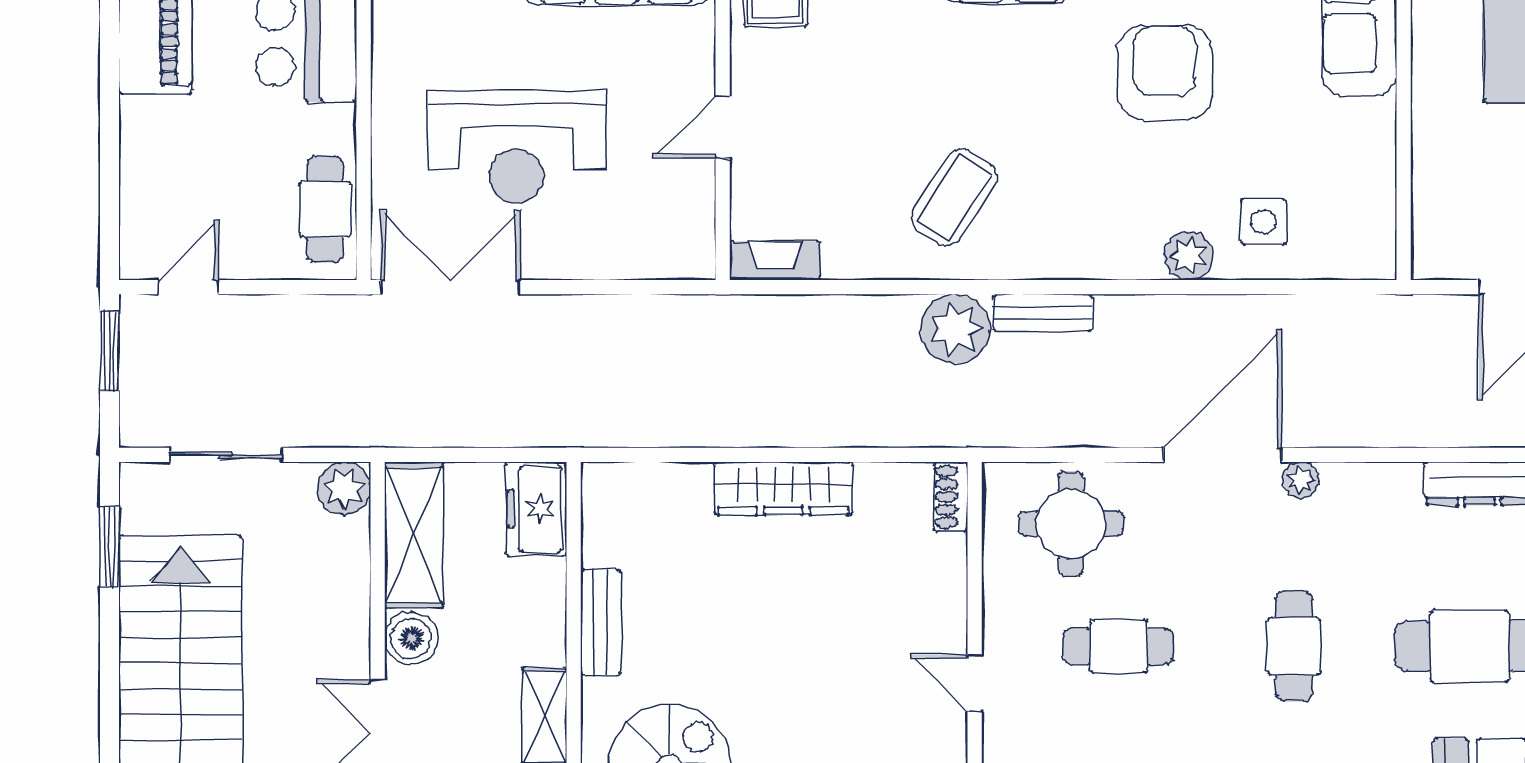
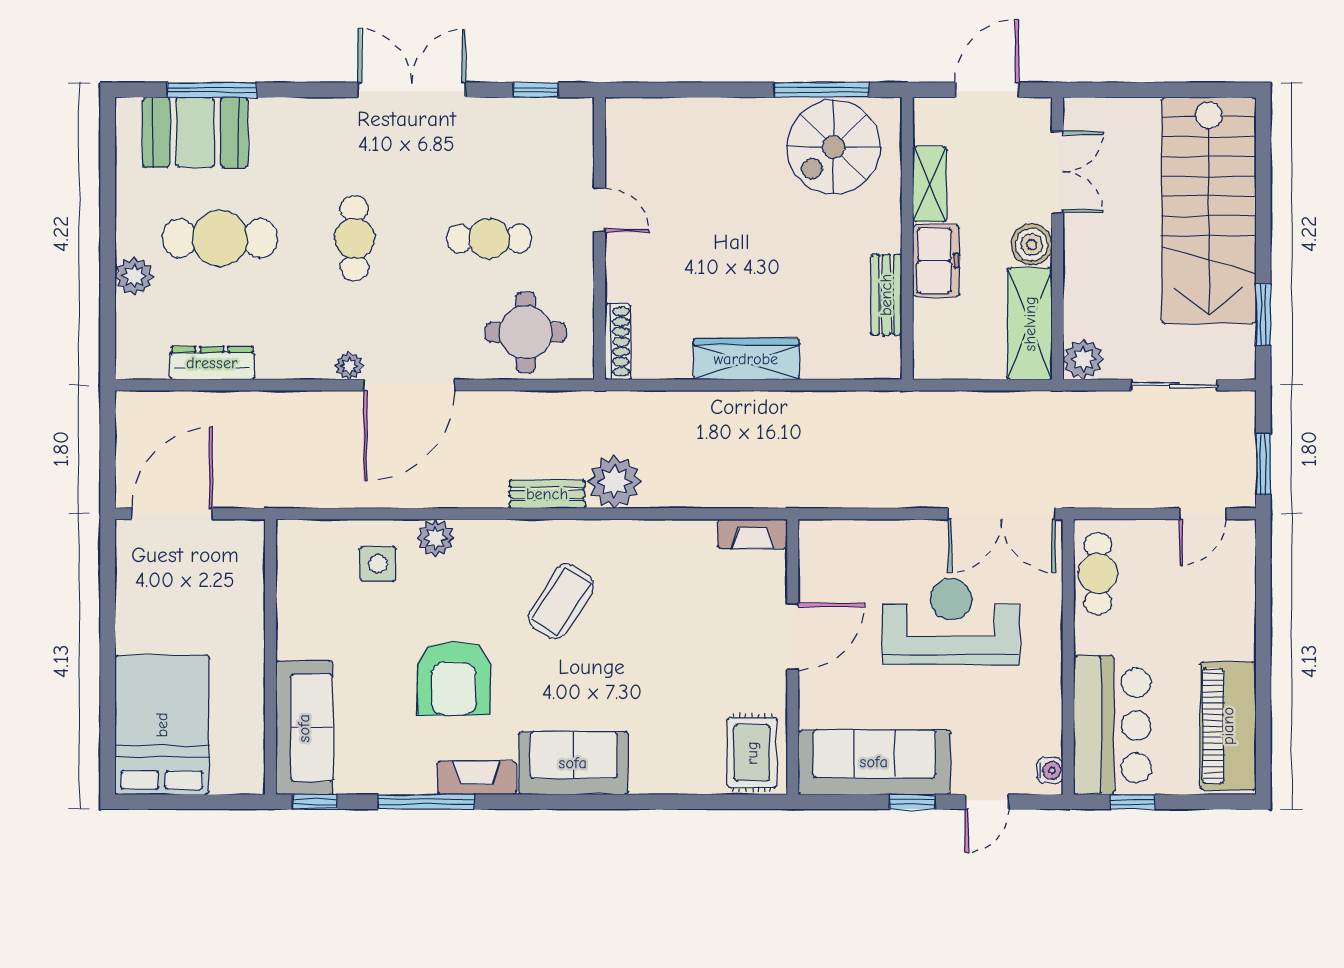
door: (723, 127) -> (793, 637), width x1.38
coffee table: (954, 197) -> (561, 601), moved
shoe rack: (951, 497) -> (618, 342), width x1.43
freezer: (536, 509) -> (936, 261), moved
bench: (601, 623) -> (886, 295), moved

